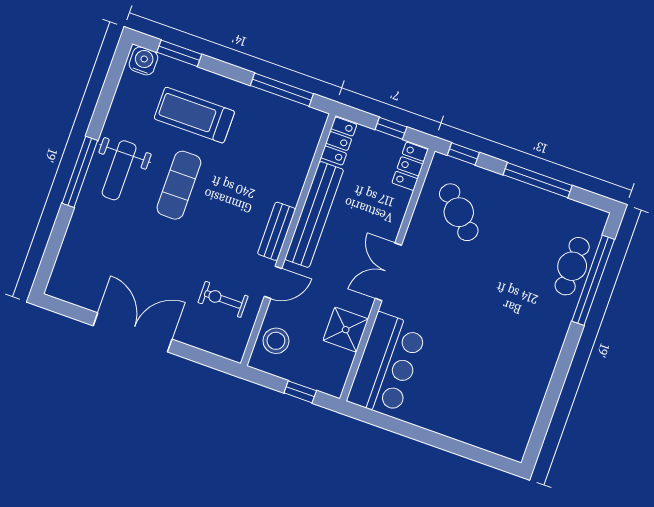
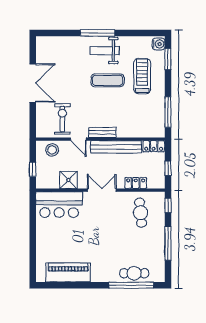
locker: (410, 166) -> (136, 183), moved
cafe table: (459, 212) -> (140, 213), turned -51
exercise bike: (223, 299) -> (62, 119), width x1.38, depth x1.39
piano: (525, 394) -> (68, 272), added

